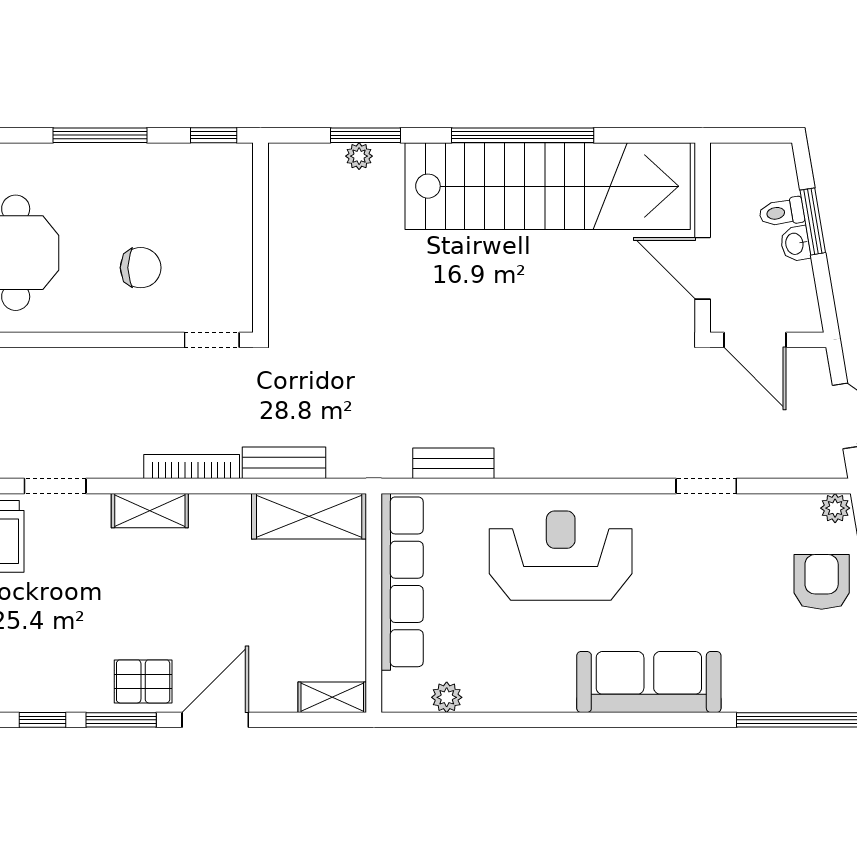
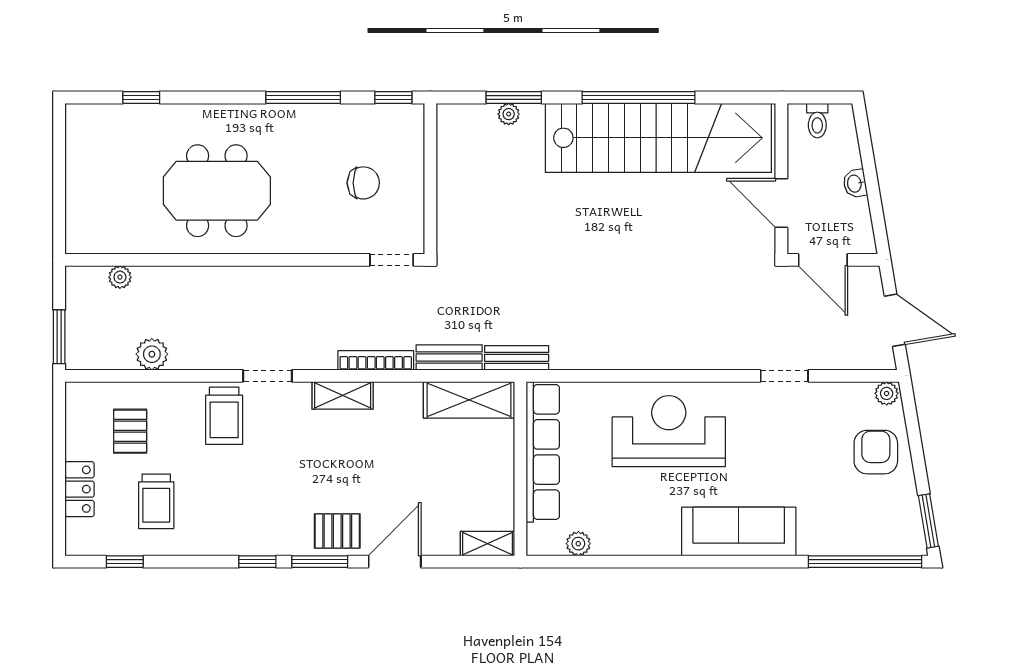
toilet: (782, 212) -> (817, 121), moved, turned -80
window: (813, 221) -> (869, 166), removed
chair: (141, 268) -> (363, 183), moved
bench: (453, 463) -> (517, 358), moved

